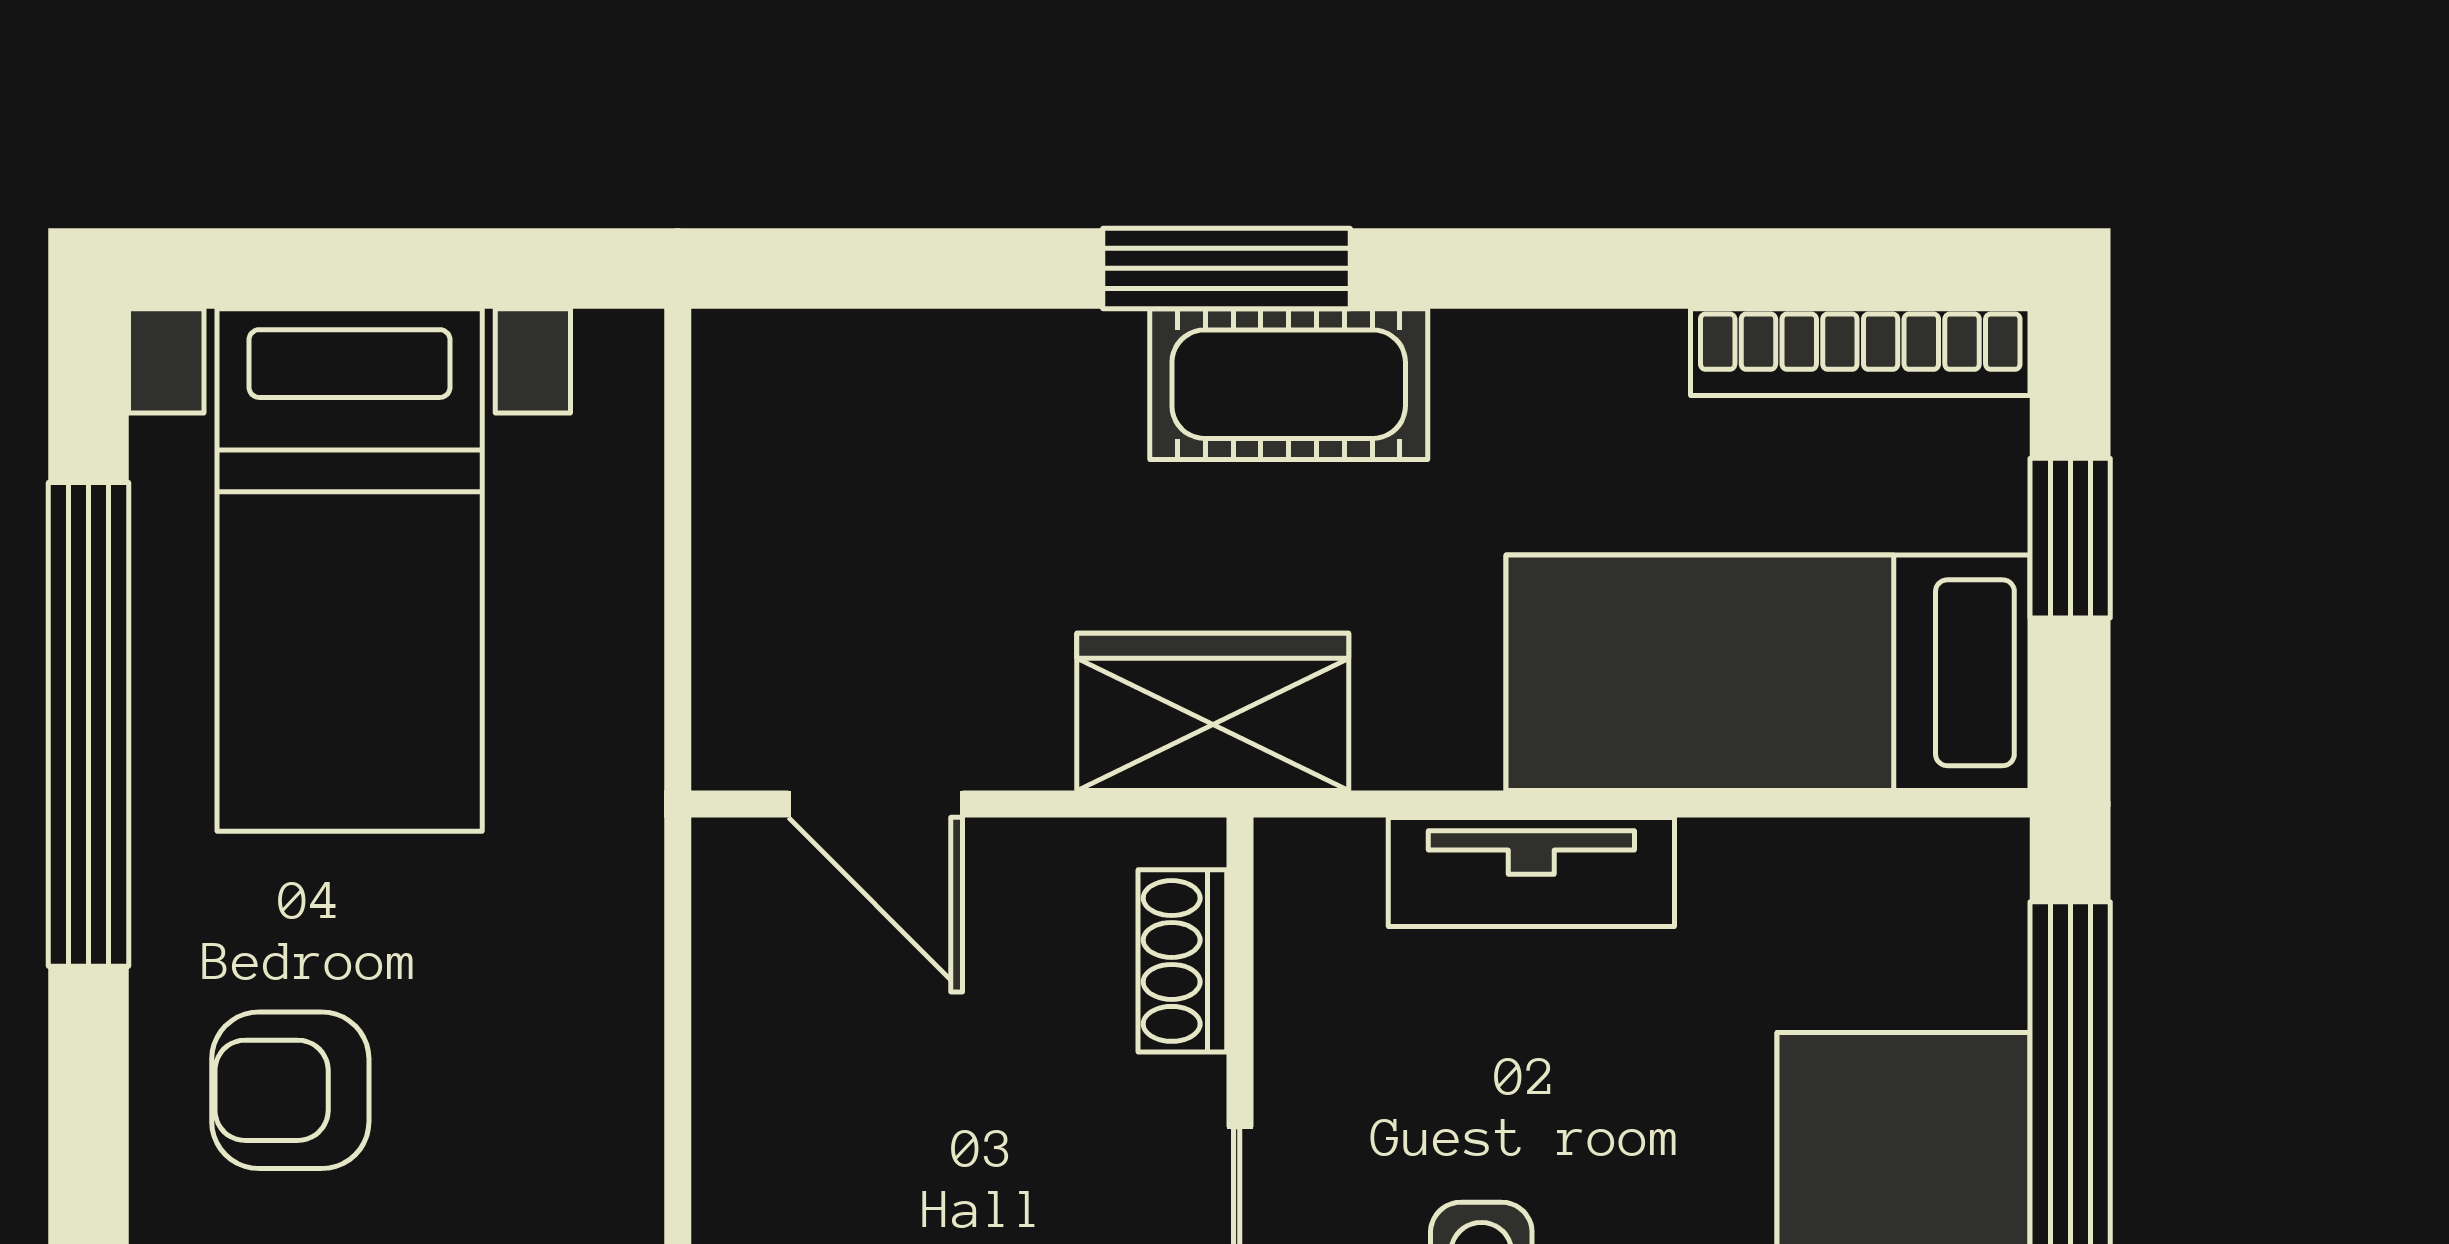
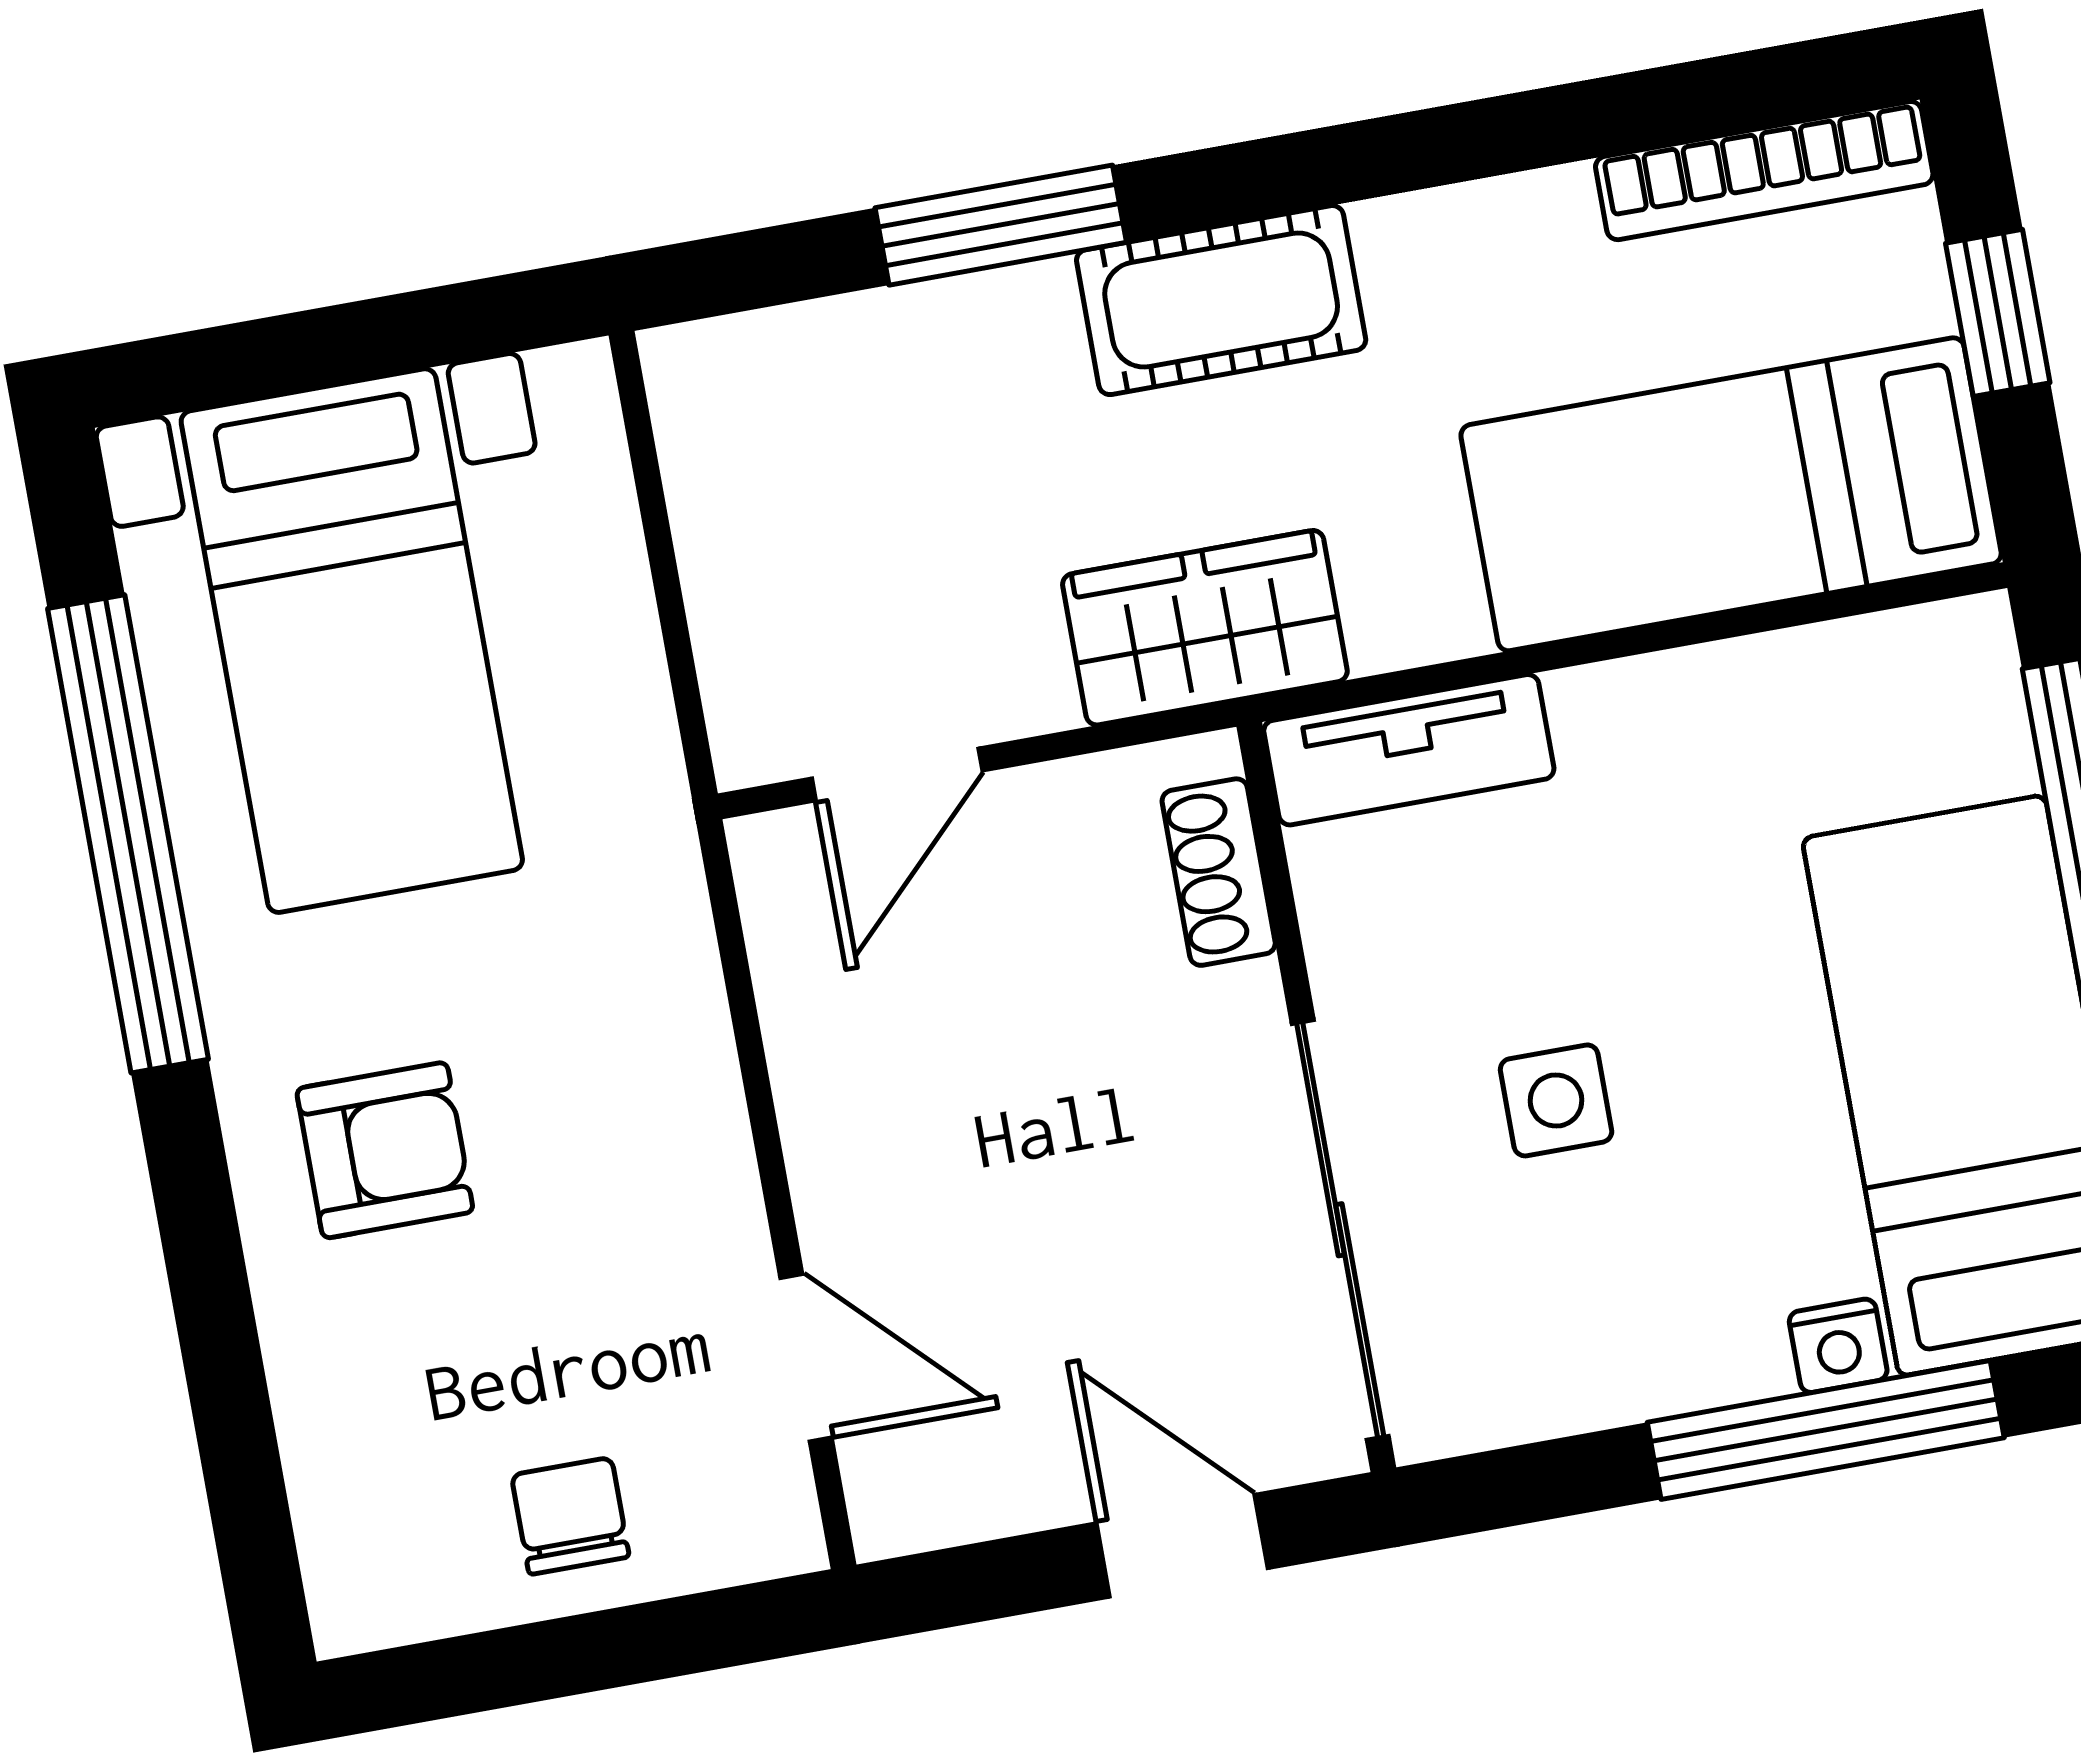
window: (1226, 268) -> (1001, 225), moved
door: (875, 804) -> (897, 774), hinge flipped
tv unit: (1531, 872) -> (1409, 750), moved
armchair: (290, 1090) -> (385, 1150), turned 180

